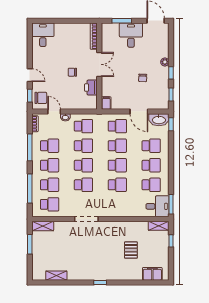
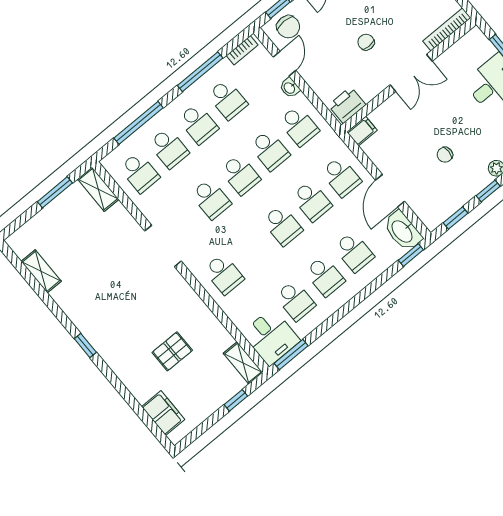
printer: (91, 88) -> (347, 105), moved
school desk: (117, 185) -> (224, 274), moved

